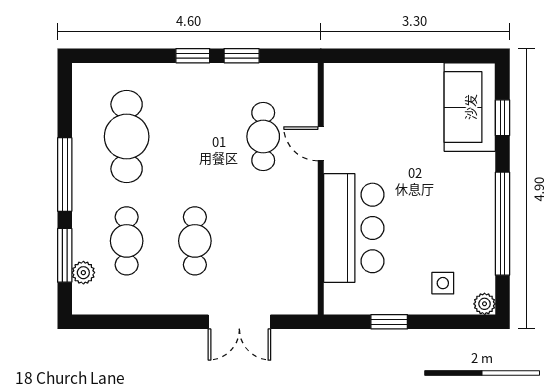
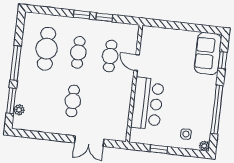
cafe table: (127, 241) -> (78, 52), moved

